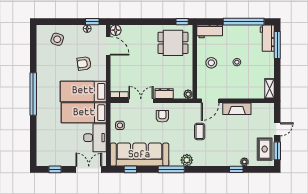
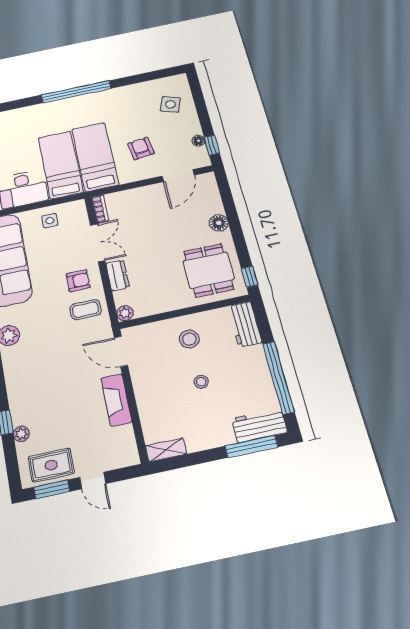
floor lamp: (116, 30) -> (219, 223), moved
coffee table: (200, 131) -> (86, 310), moved

